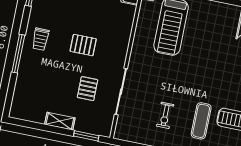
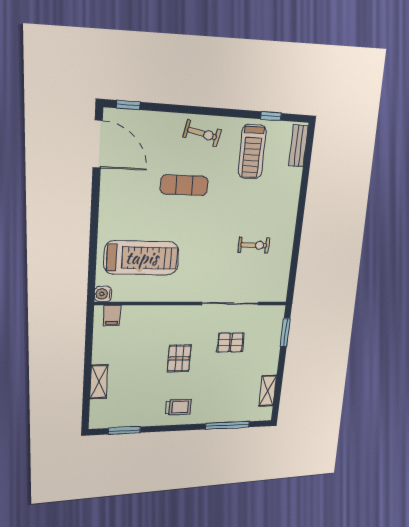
window: (18, 54) -> (228, 425), moved
shelving: (60, 121) -> (268, 391), moved
exercise mat: (201, 121) -> (184, 185), moved

